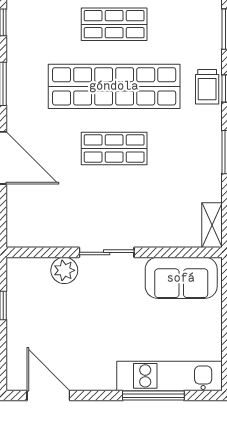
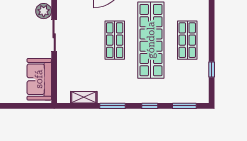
trolley: (207, 87) -> (151, 94), removed
shelving: (212, 225) -> (84, 97), moved

